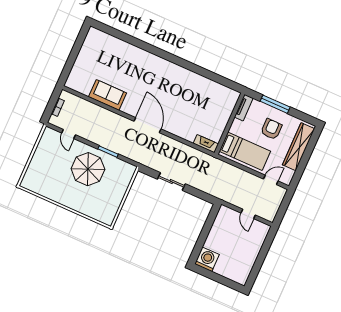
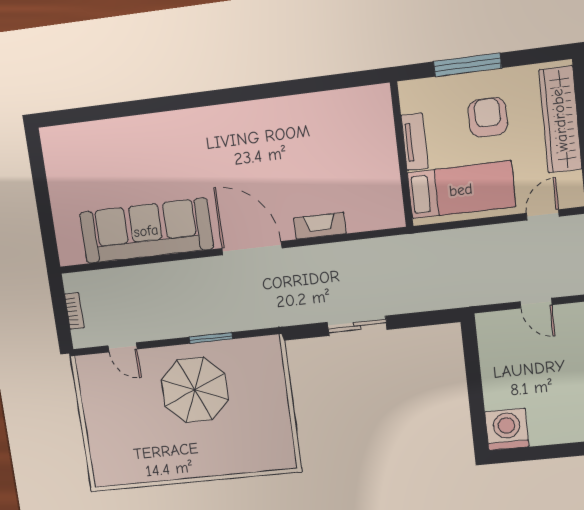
sofa: (108, 95) -> (146, 231), width x1.85, depth x1.27
tv unit: (244, 108) -> (415, 142), moved
fireplace: (206, 144) -> (320, 226), moved

